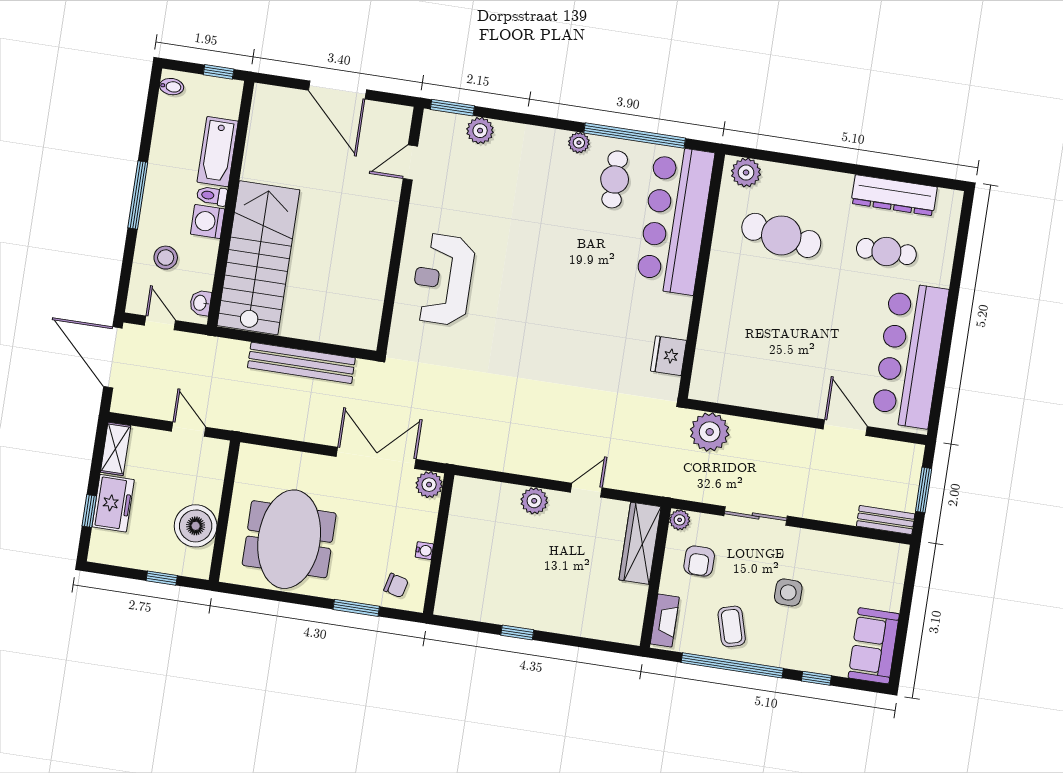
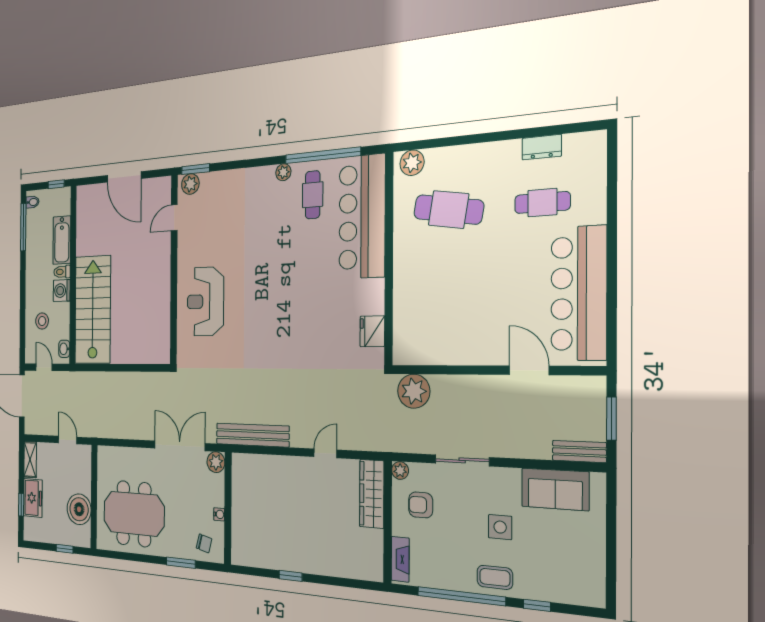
plant: (480, 131) -> (190, 184), moved
window: (138, 195) -> (23, 227), moved
dresser: (894, 195) -> (542, 147), width x0.51, depth x0.80
bench: (301, 363) -> (252, 435), moved
plant: (534, 501) -> (289, 467), removed
meeting table: (289, 539) -> (134, 514), turned 90
armchair: (699, 561) -> (421, 505), turned 90
coffee table: (732, 626) -> (495, 577), moved, turned -74
sofa: (874, 646) -> (555, 489), moved, turned -90

